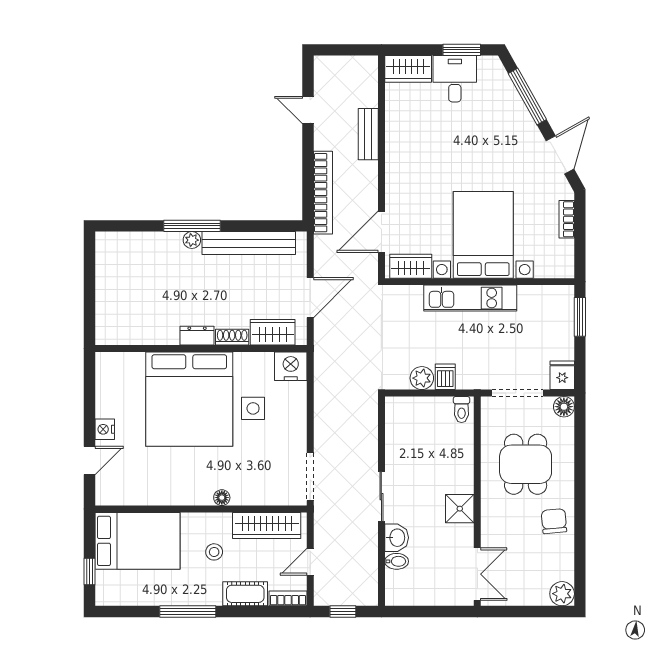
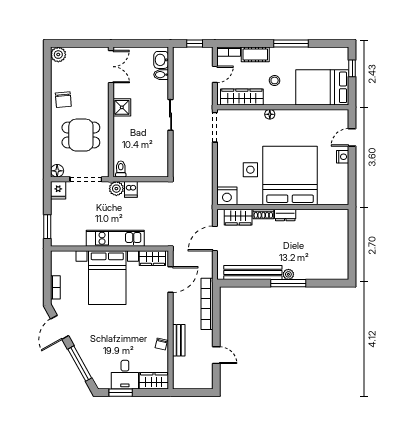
chair: (397, 128) -> (161, 344), added
plant: (422, 378) -> (116, 189), moved
dining table: (526, 464) -> (81, 135), turned 90
washbasin: (397, 538) -> (161, 60), moved
double door: (477, 574) -> (111, 67), swing flipped

